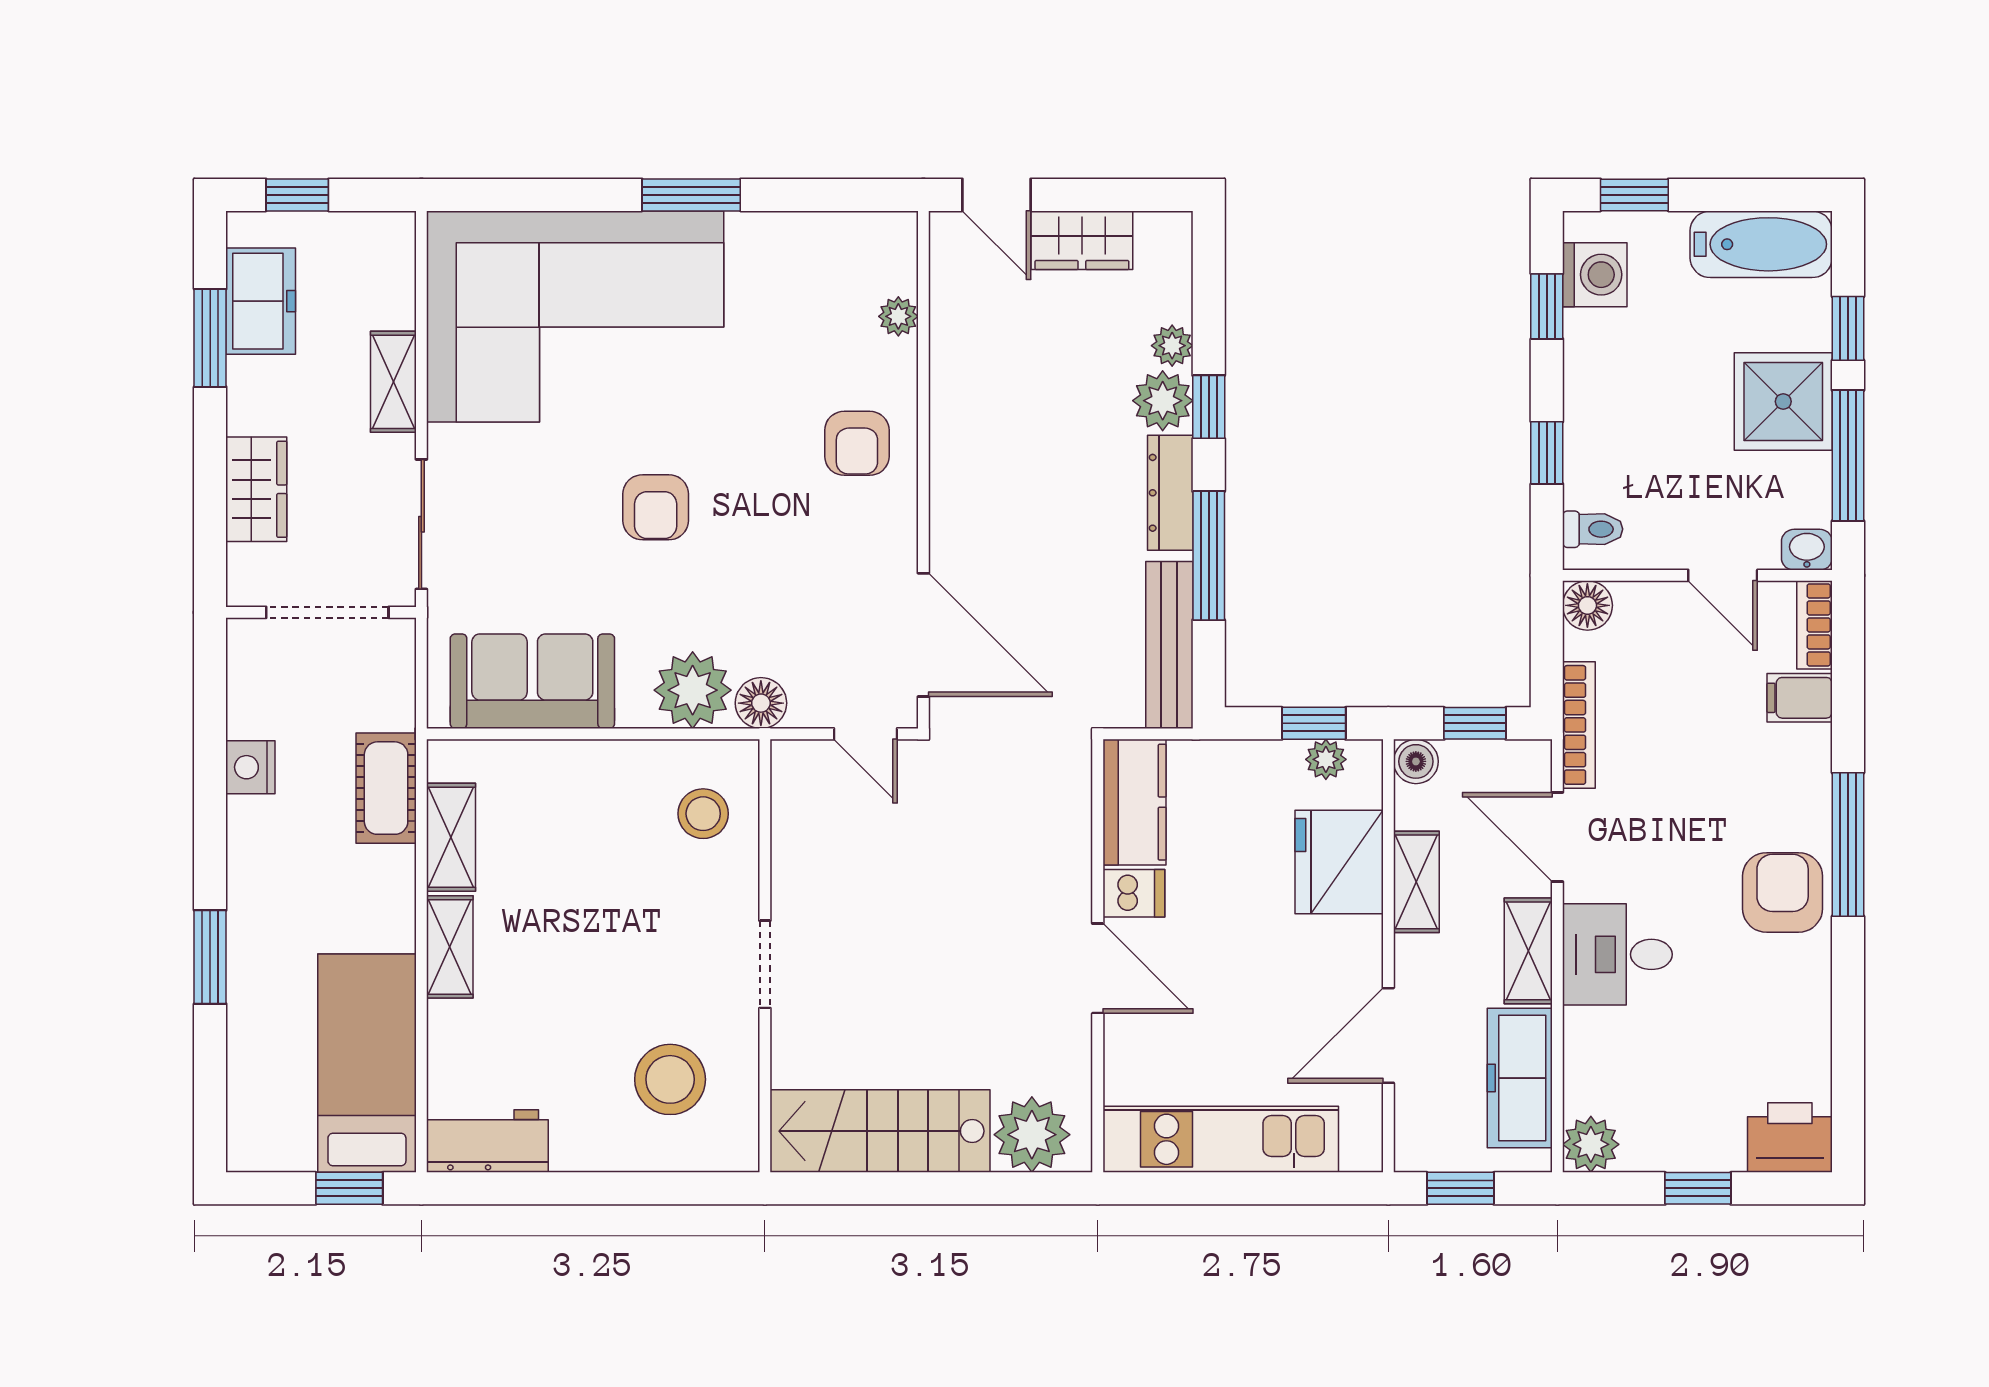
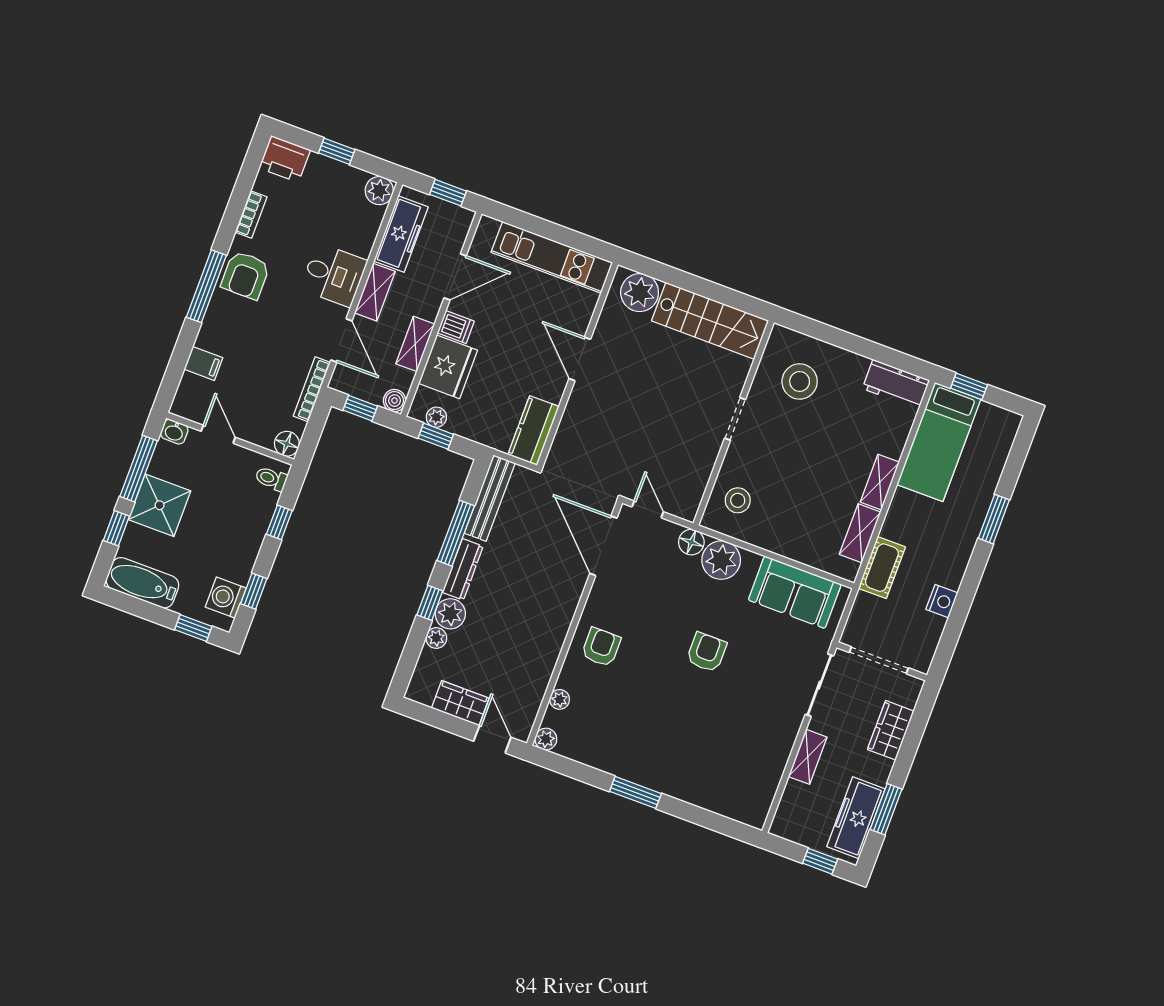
plant: (896, 233) -> (546, 739), added
freezer: (261, 301) -> (856, 818), width x1.40
corner sofa: (575, 317) -> (711, 756), removed
bookcase: (1814, 625) -> (251, 214), moved
dishwasher: (1134, 893) -> (456, 327), moved, turned 180

